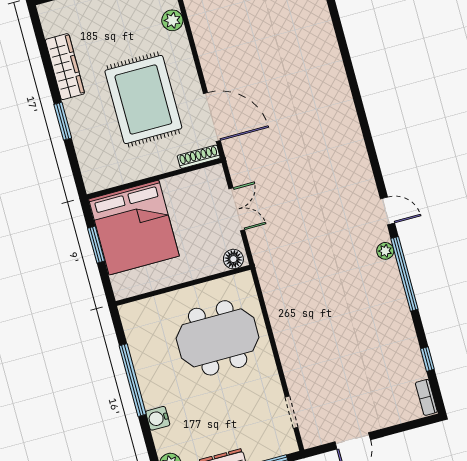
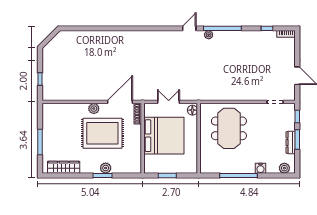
plant: (172, 20) -> (94, 109), moved
wardrobe: (65, 67) -> (64, 167), moved
plant: (79, 123) -> (106, 168), added
bed: (134, 227) -> (164, 136), moved

